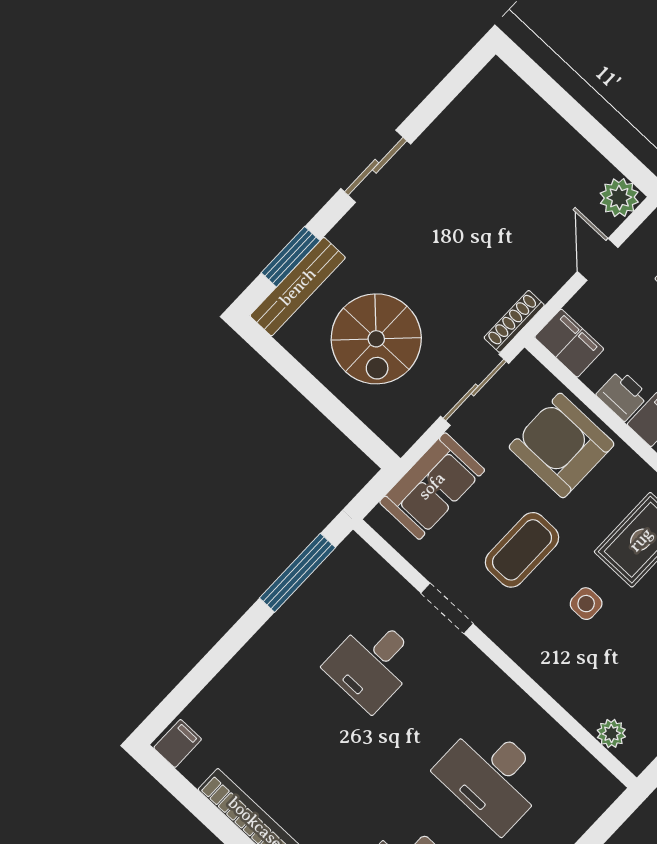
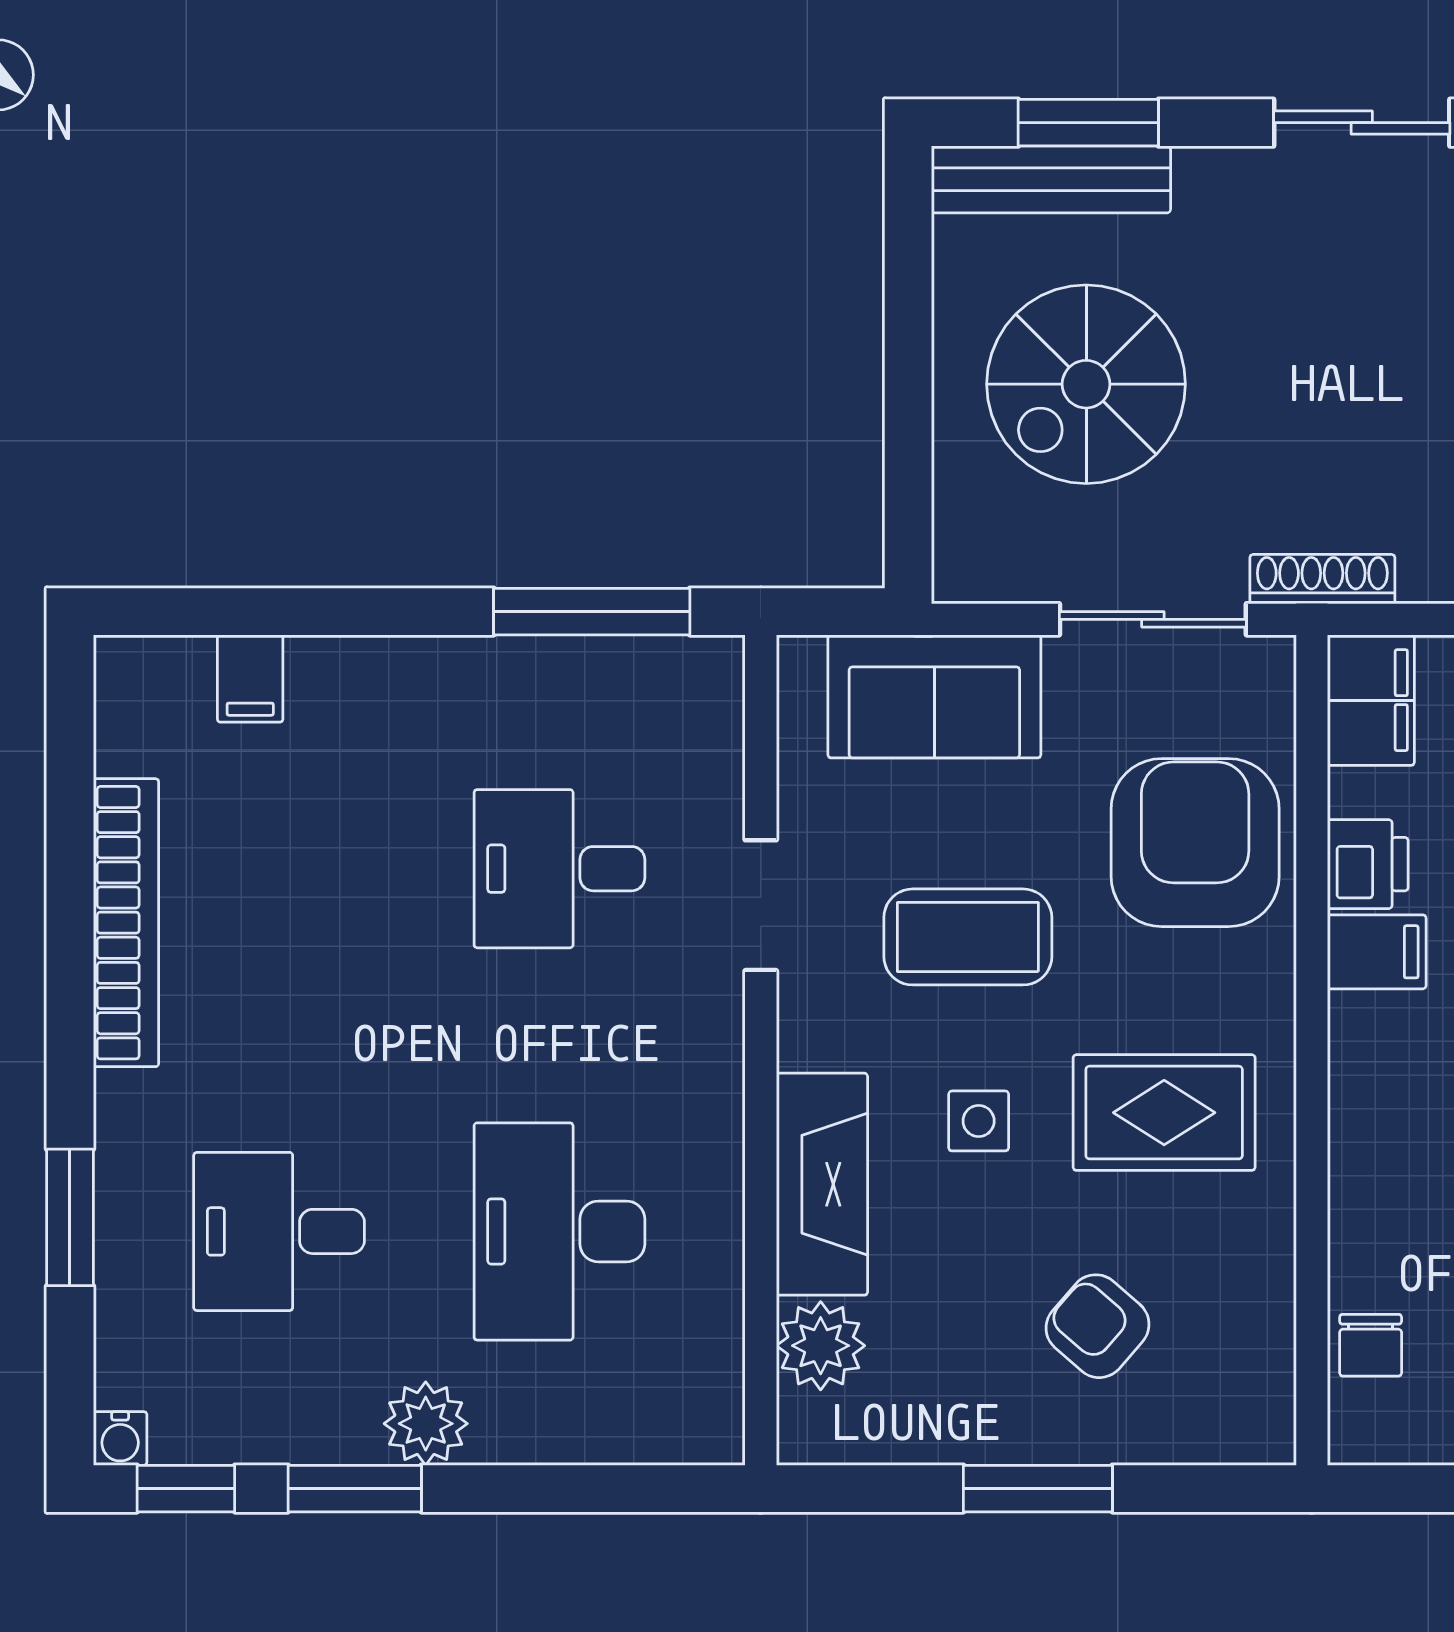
fireplace: (558, 675) -> (822, 1184), added
plant: (611, 733) -> (821, 1346), width x1.38, depth x1.38
filing cabinet: (178, 743) -> (250, 679), moved, turned 90

